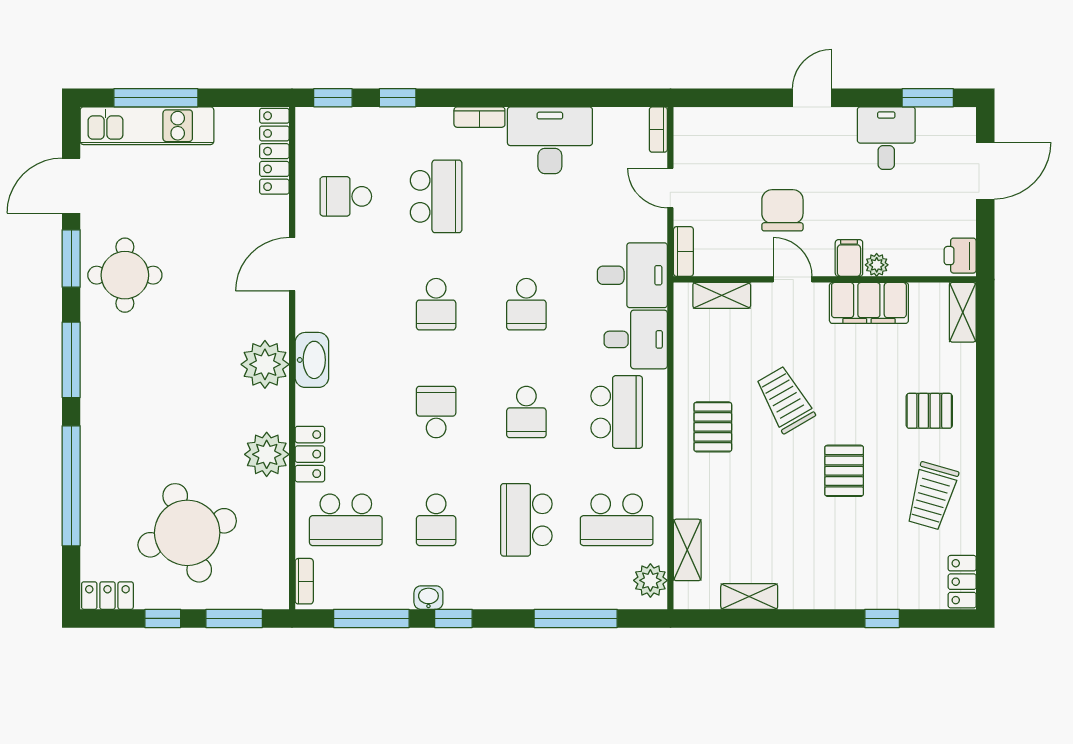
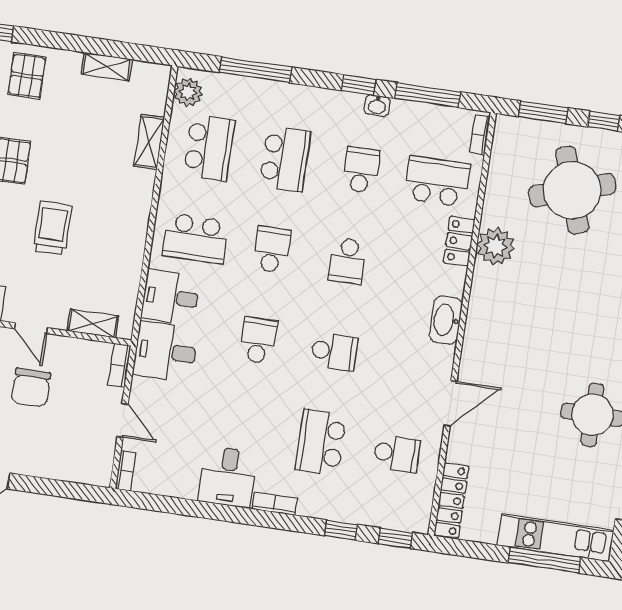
desk: (550, 140) -> (228, 477), width x0.73
school desk: (436, 304) -> (334, 352), turned 90
plant: (265, 364) -> (486, 322), removed
trolley: (785, 400) -> (52, 228), turned -150
school desk: (617, 412) -> (196, 238), turned -90
pallet: (713, 427) -> (27, 76), moved
school desk: (617, 520) -> (209, 148), turned 90
shelving: (687, 550) -> (149, 142), moved

